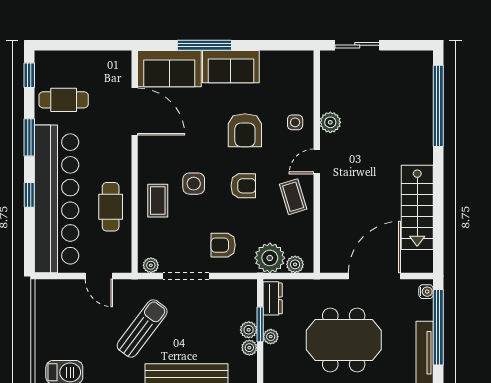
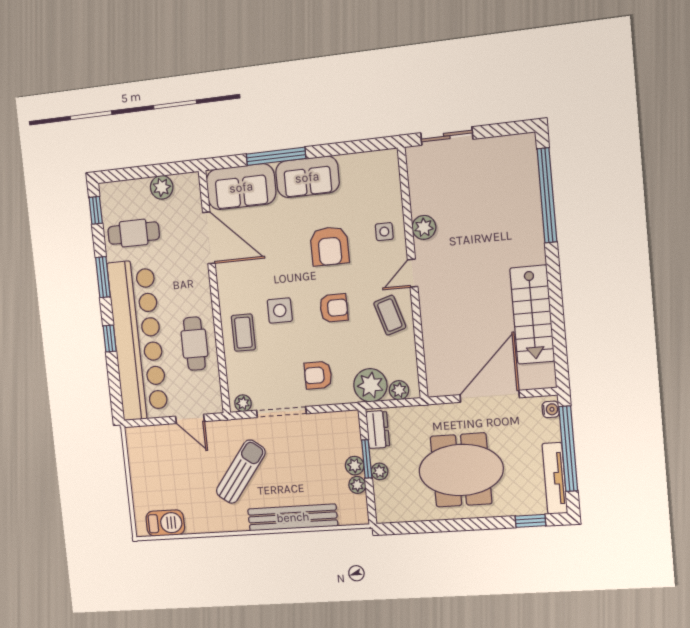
plant: (95, 61) -> (162, 187), added

